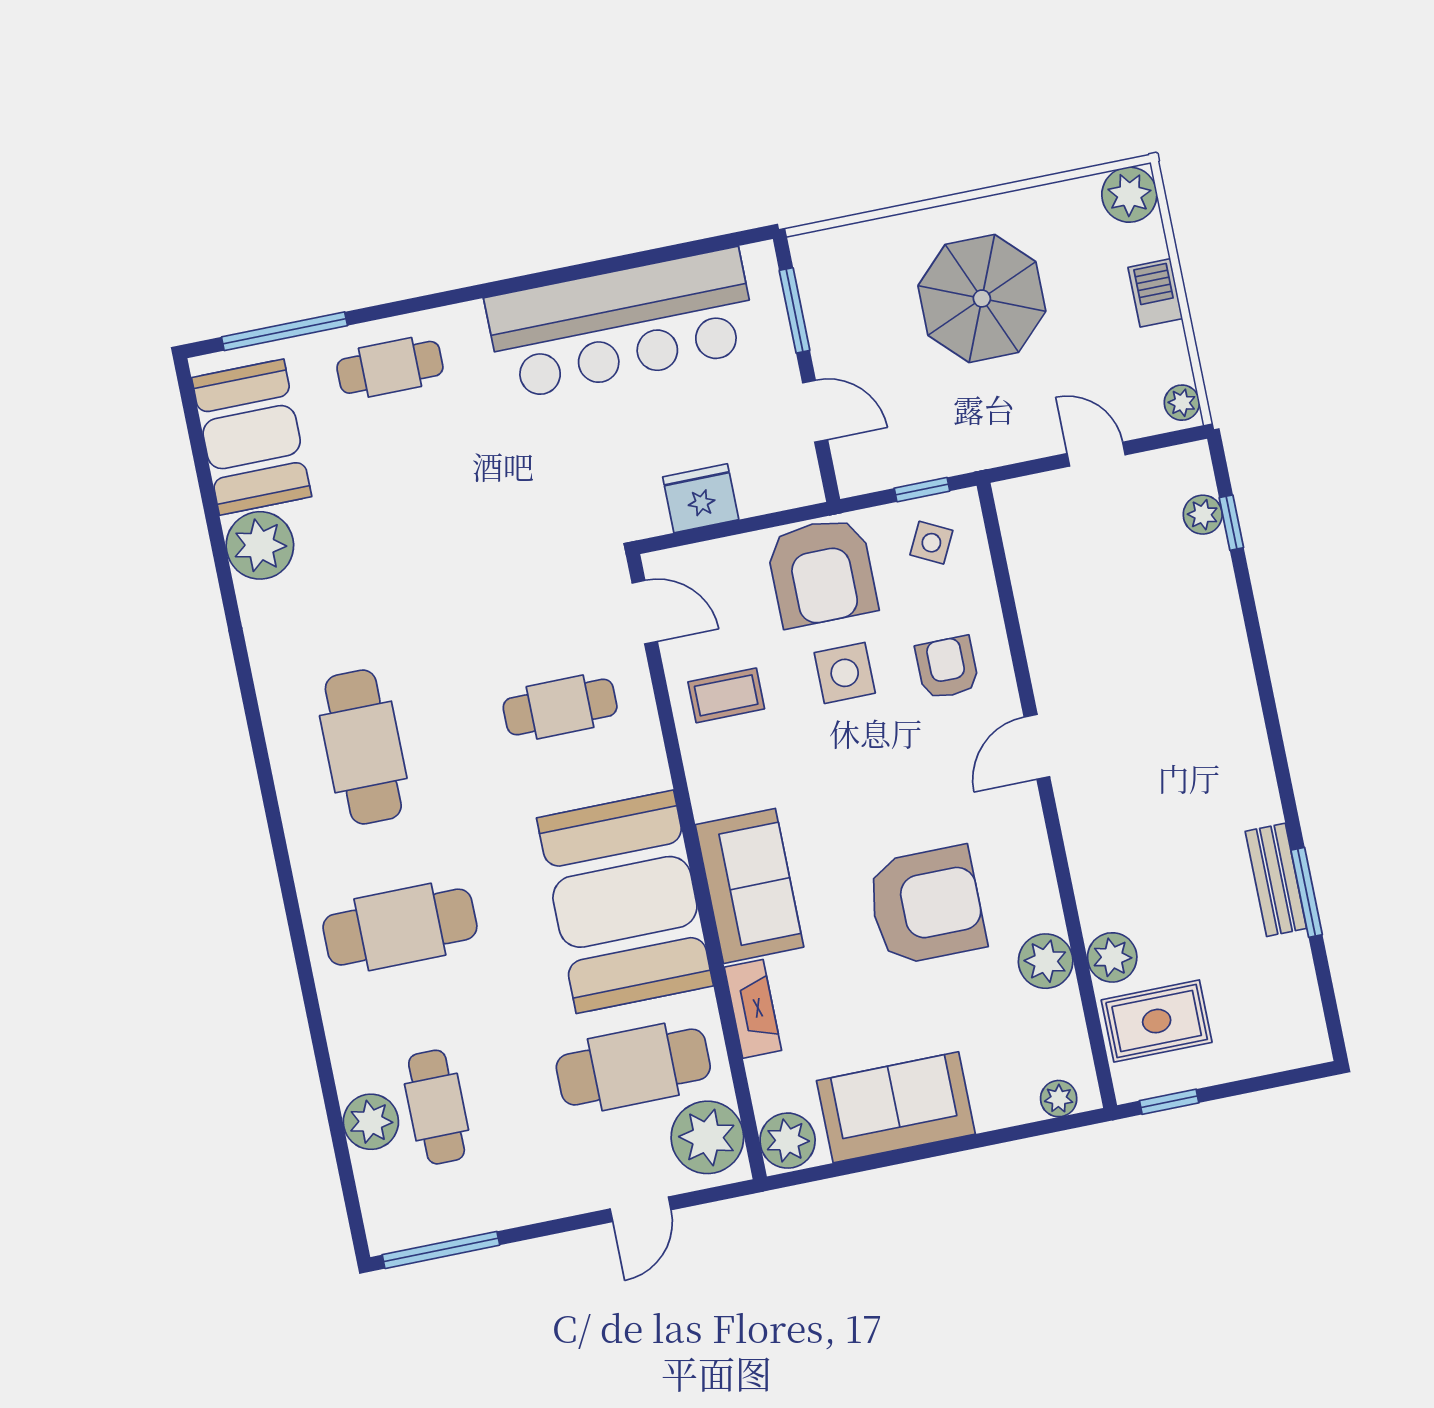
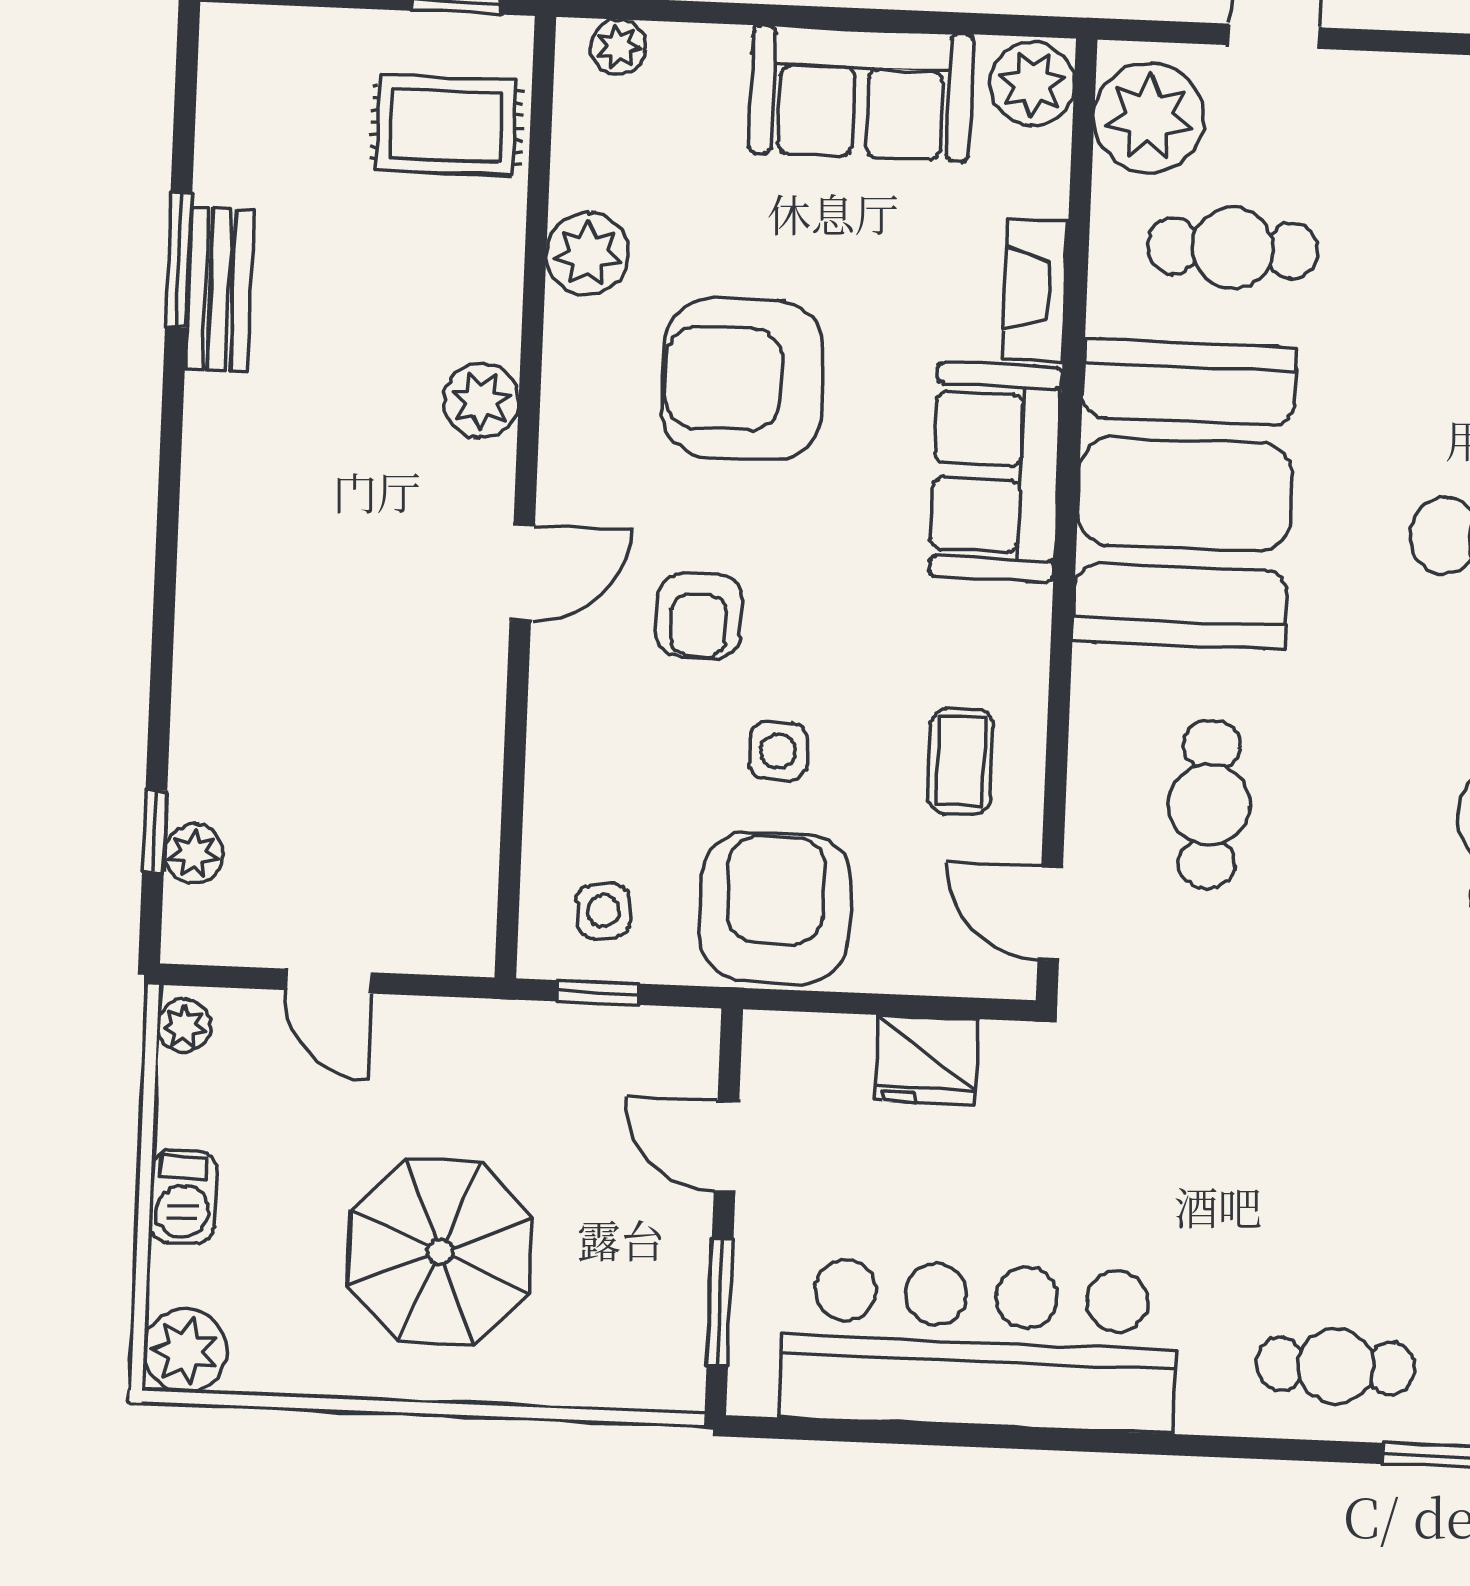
side table: (931, 543) -> (603, 911), turned -35
armchair: (947, 668) -> (699, 616), moved
side table: (845, 673) -> (778, 751), width x0.73, depth x0.73
coffee table: (726, 695) -> (961, 761), turned 90
cafe table: (560, 707) -> (1209, 804), turned 90
plant: (1112, 957) -> (481, 400), moved
cafe table: (633, 1067) -> (1233, 248), width x0.73, depth x0.74

